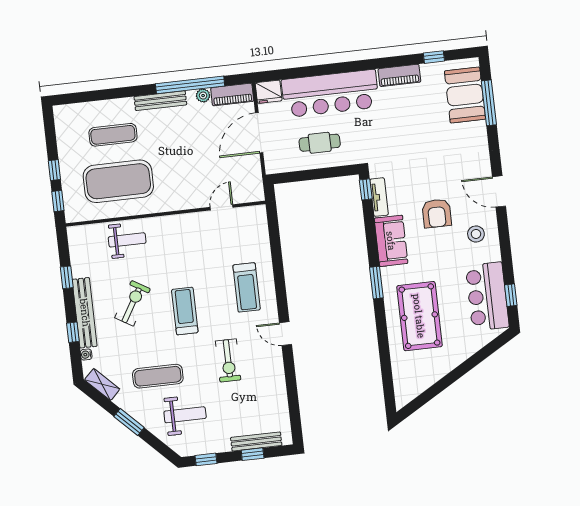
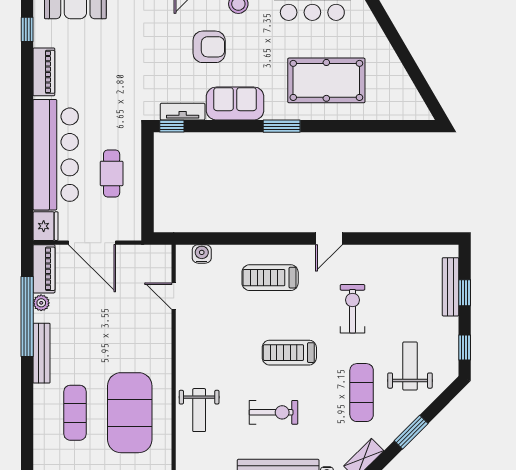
water cooler: (260, 227) -> (202, 254), added
weight bench: (127, 240) -> (199, 410), turned 180
treadmill: (247, 287) -> (270, 278), turned 180
exercise bike: (133, 303) -> (273, 412), turned 149
exercise bike: (228, 360) -> (353, 309), turned -90

